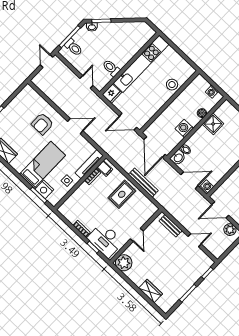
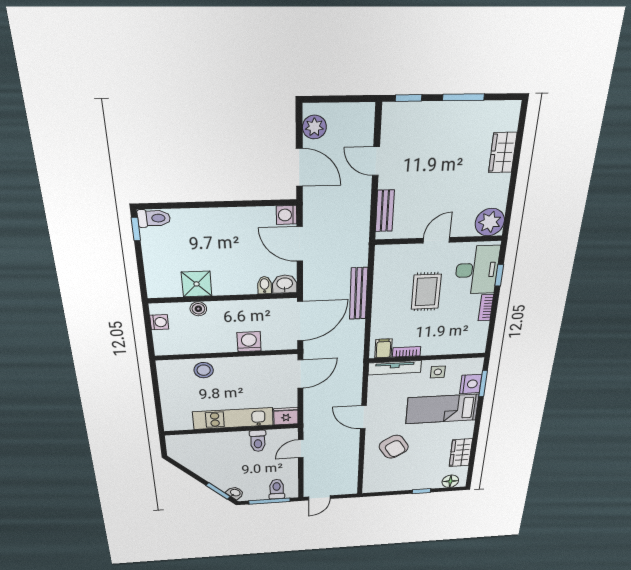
kitchen unit: (141, 64) -> (233, 419), width x0.73
door: (128, 122) -> (300, 374), hinge flipped
armchair: (42, 124) -> (394, 447), turned 58
washing machine: (184, 128) -> (249, 342), moved, turned 180
rug: (122, 194) -> (426, 292), moved, turned 90

